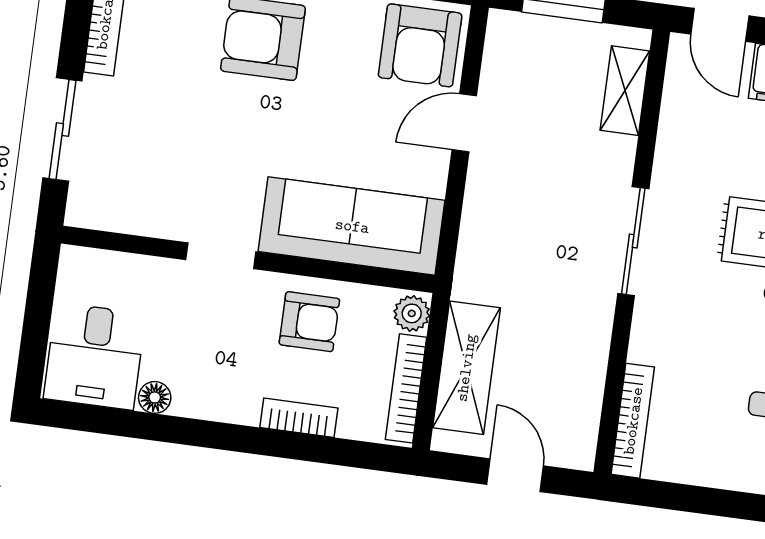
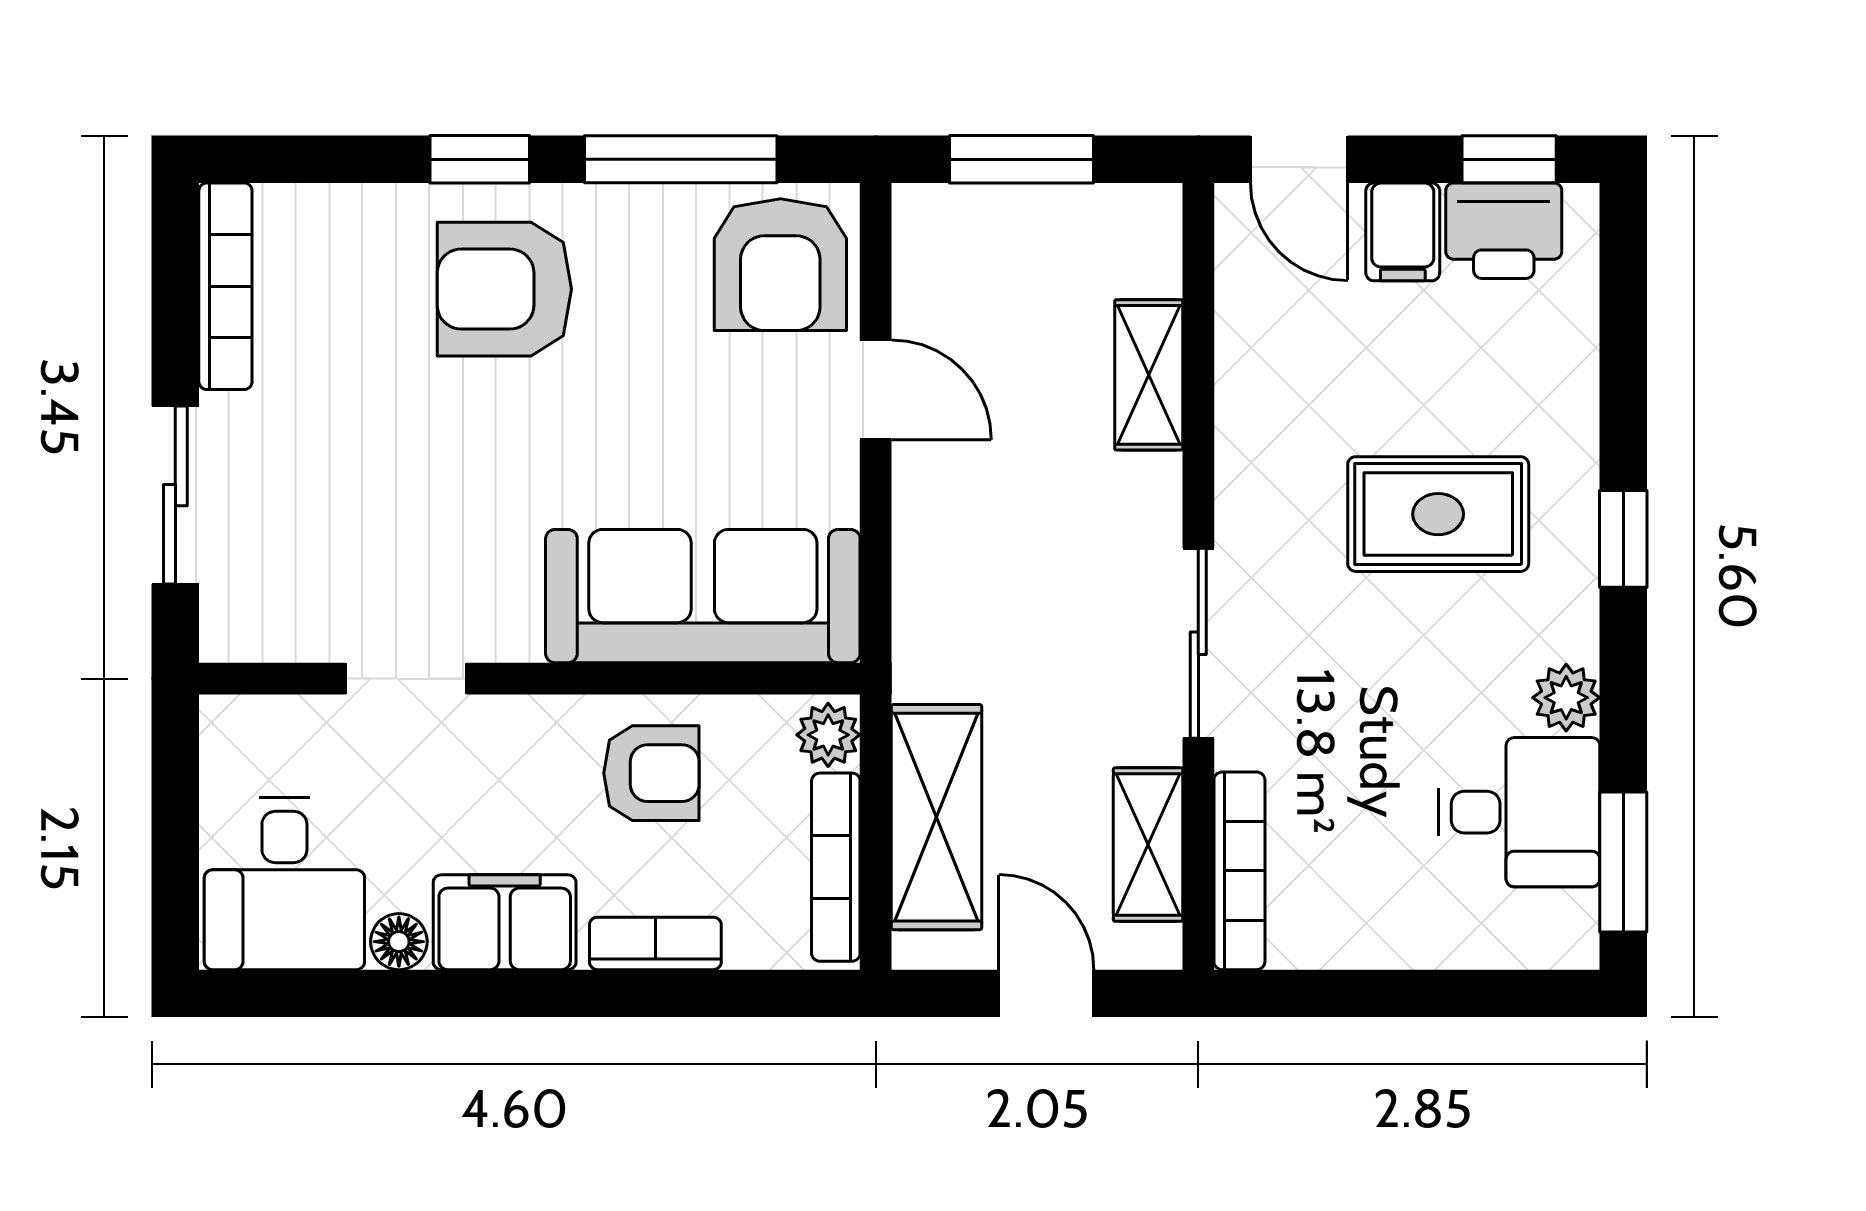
shelving: (625, 91) -> (1149, 375), moved
door: (464, 123) -> (876, 390), swing flipped
sliding door: (633, 241) -> (1198, 643), moved
doorway: (221, 256) -> (406, 679), moved
filing cabinet: (216, 395) -> (505, 922), added
shelving: (583, 399) -> (1148, 845), added

